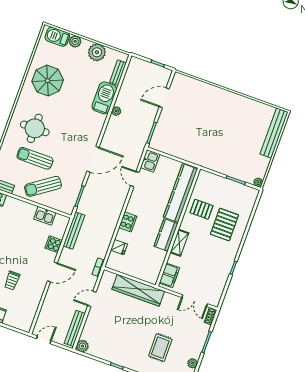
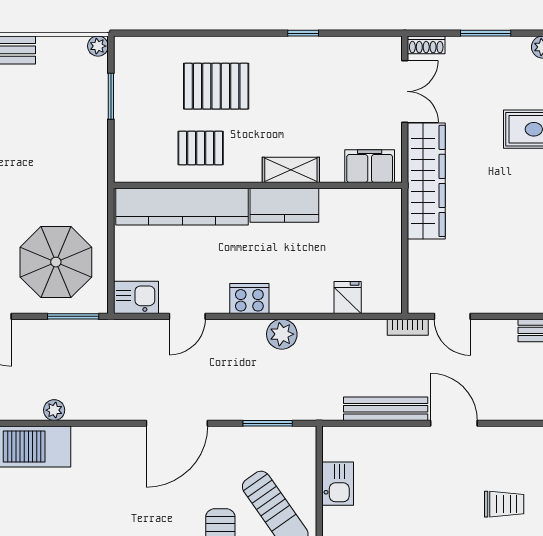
parasol: (176, 134) -> (56, 262), added
door: (93, 159) -> (177, 423), swing flipped
pallet: (202, 209) -> (201, 148), turned 90
plant: (114, 215) -> (282, 334), added
cooker: (128, 222) -> (249, 299), moved
bench: (74, 231) -> (386, 409), moved
cooker: (54, 244) -> (393, 442), removed
wardrobe: (138, 290) -> (426, 181), moved
door: (92, 299) -> (452, 316), moved

